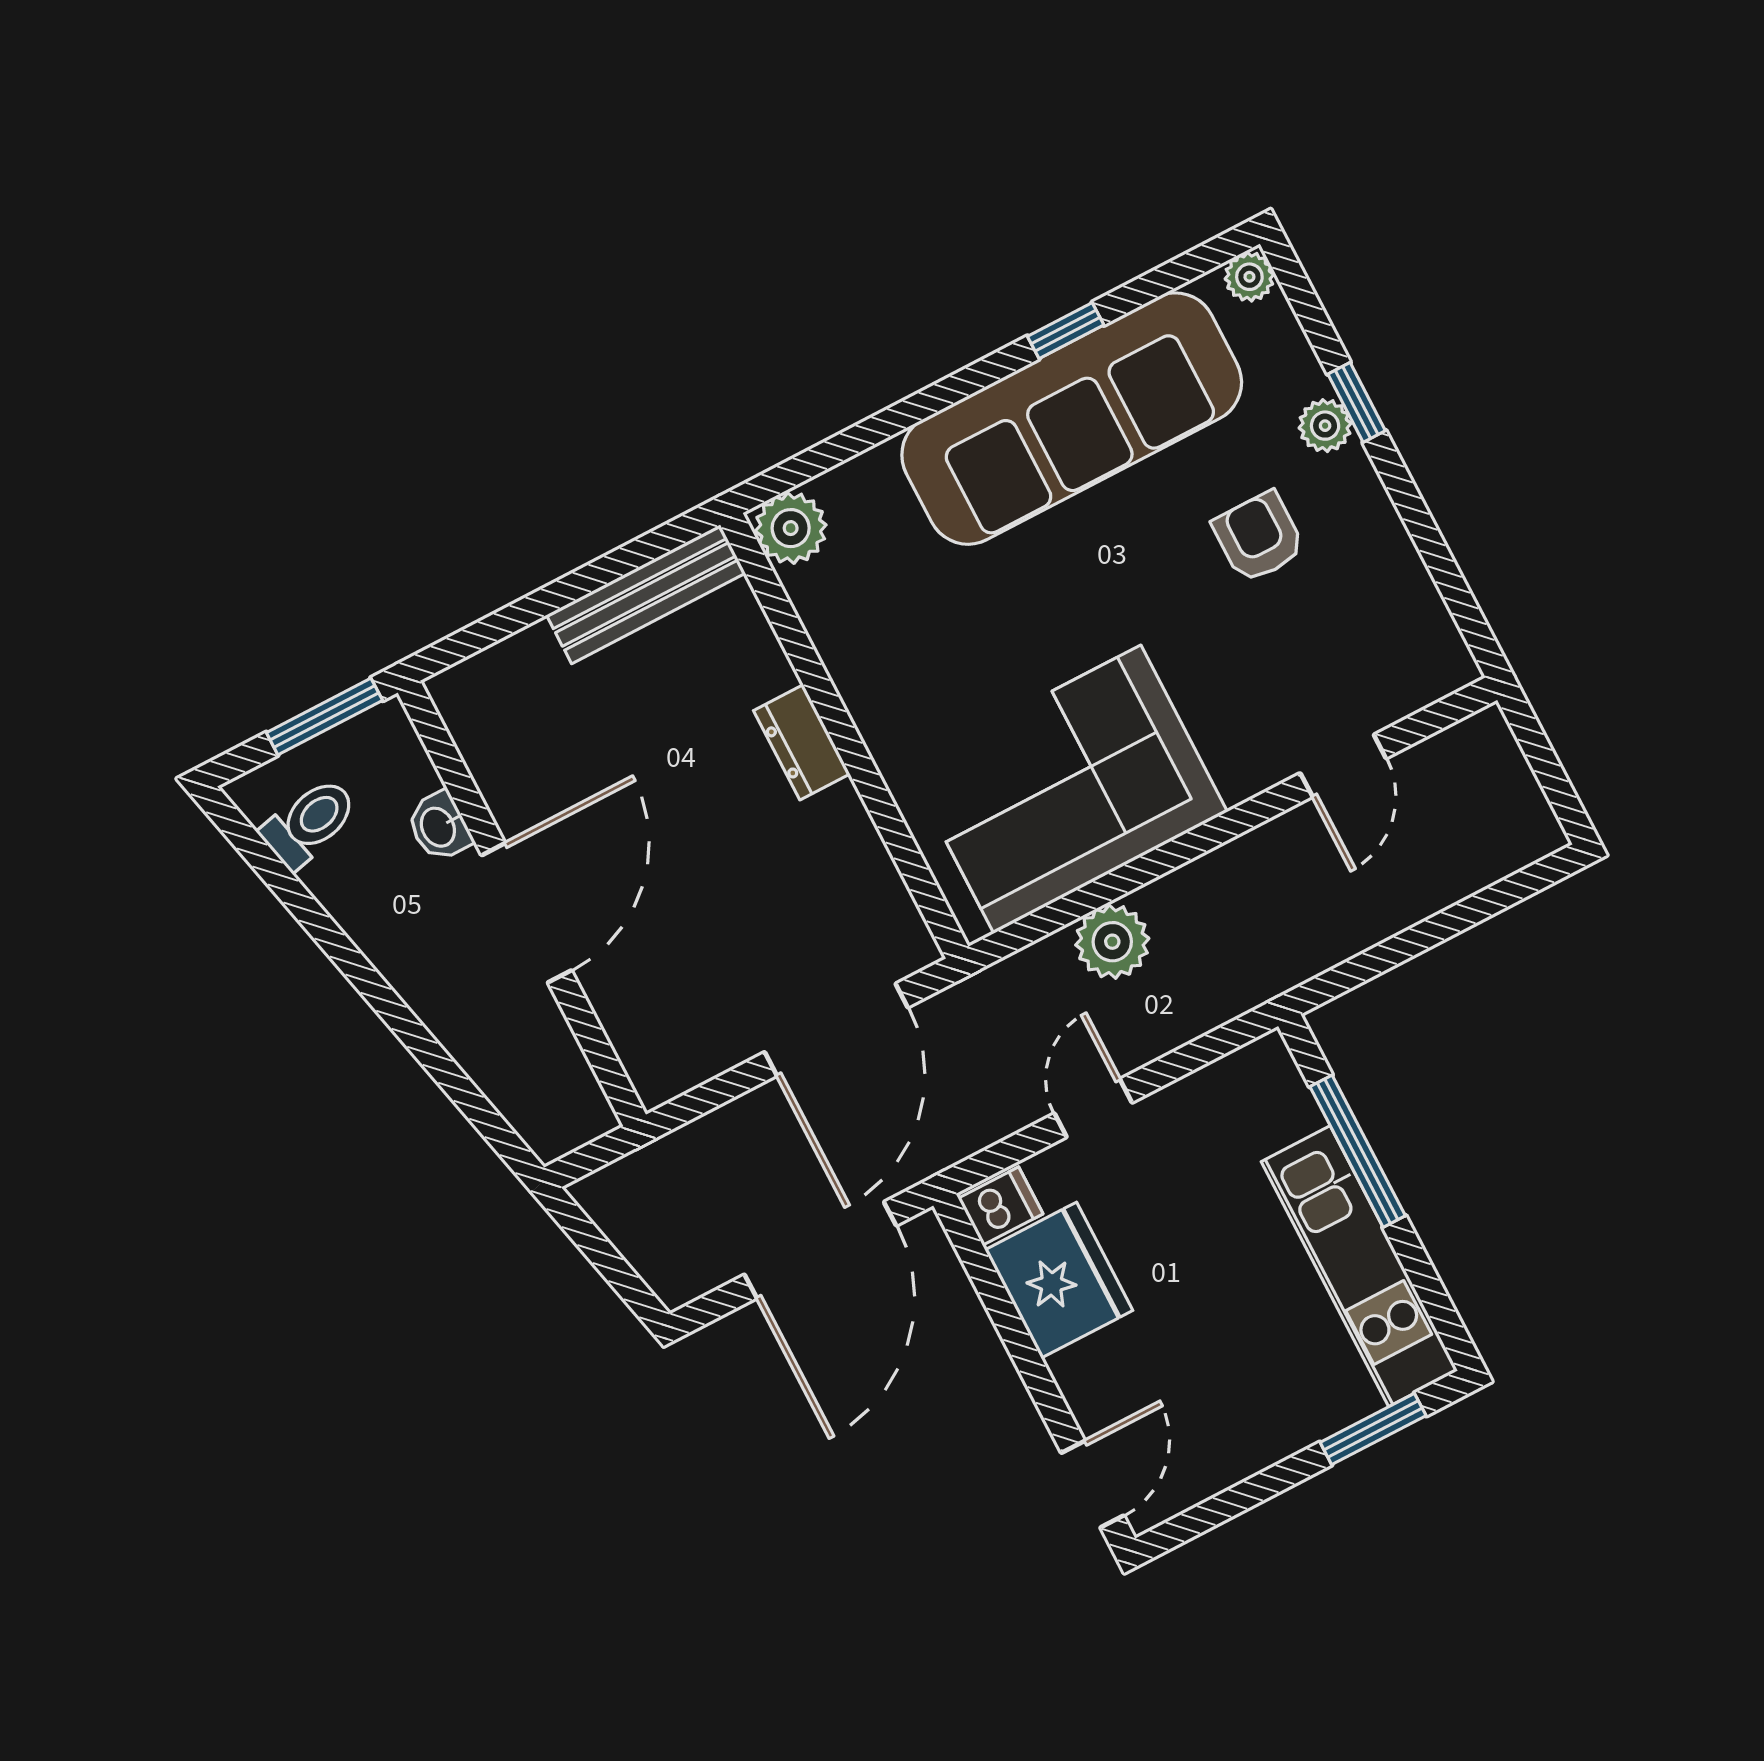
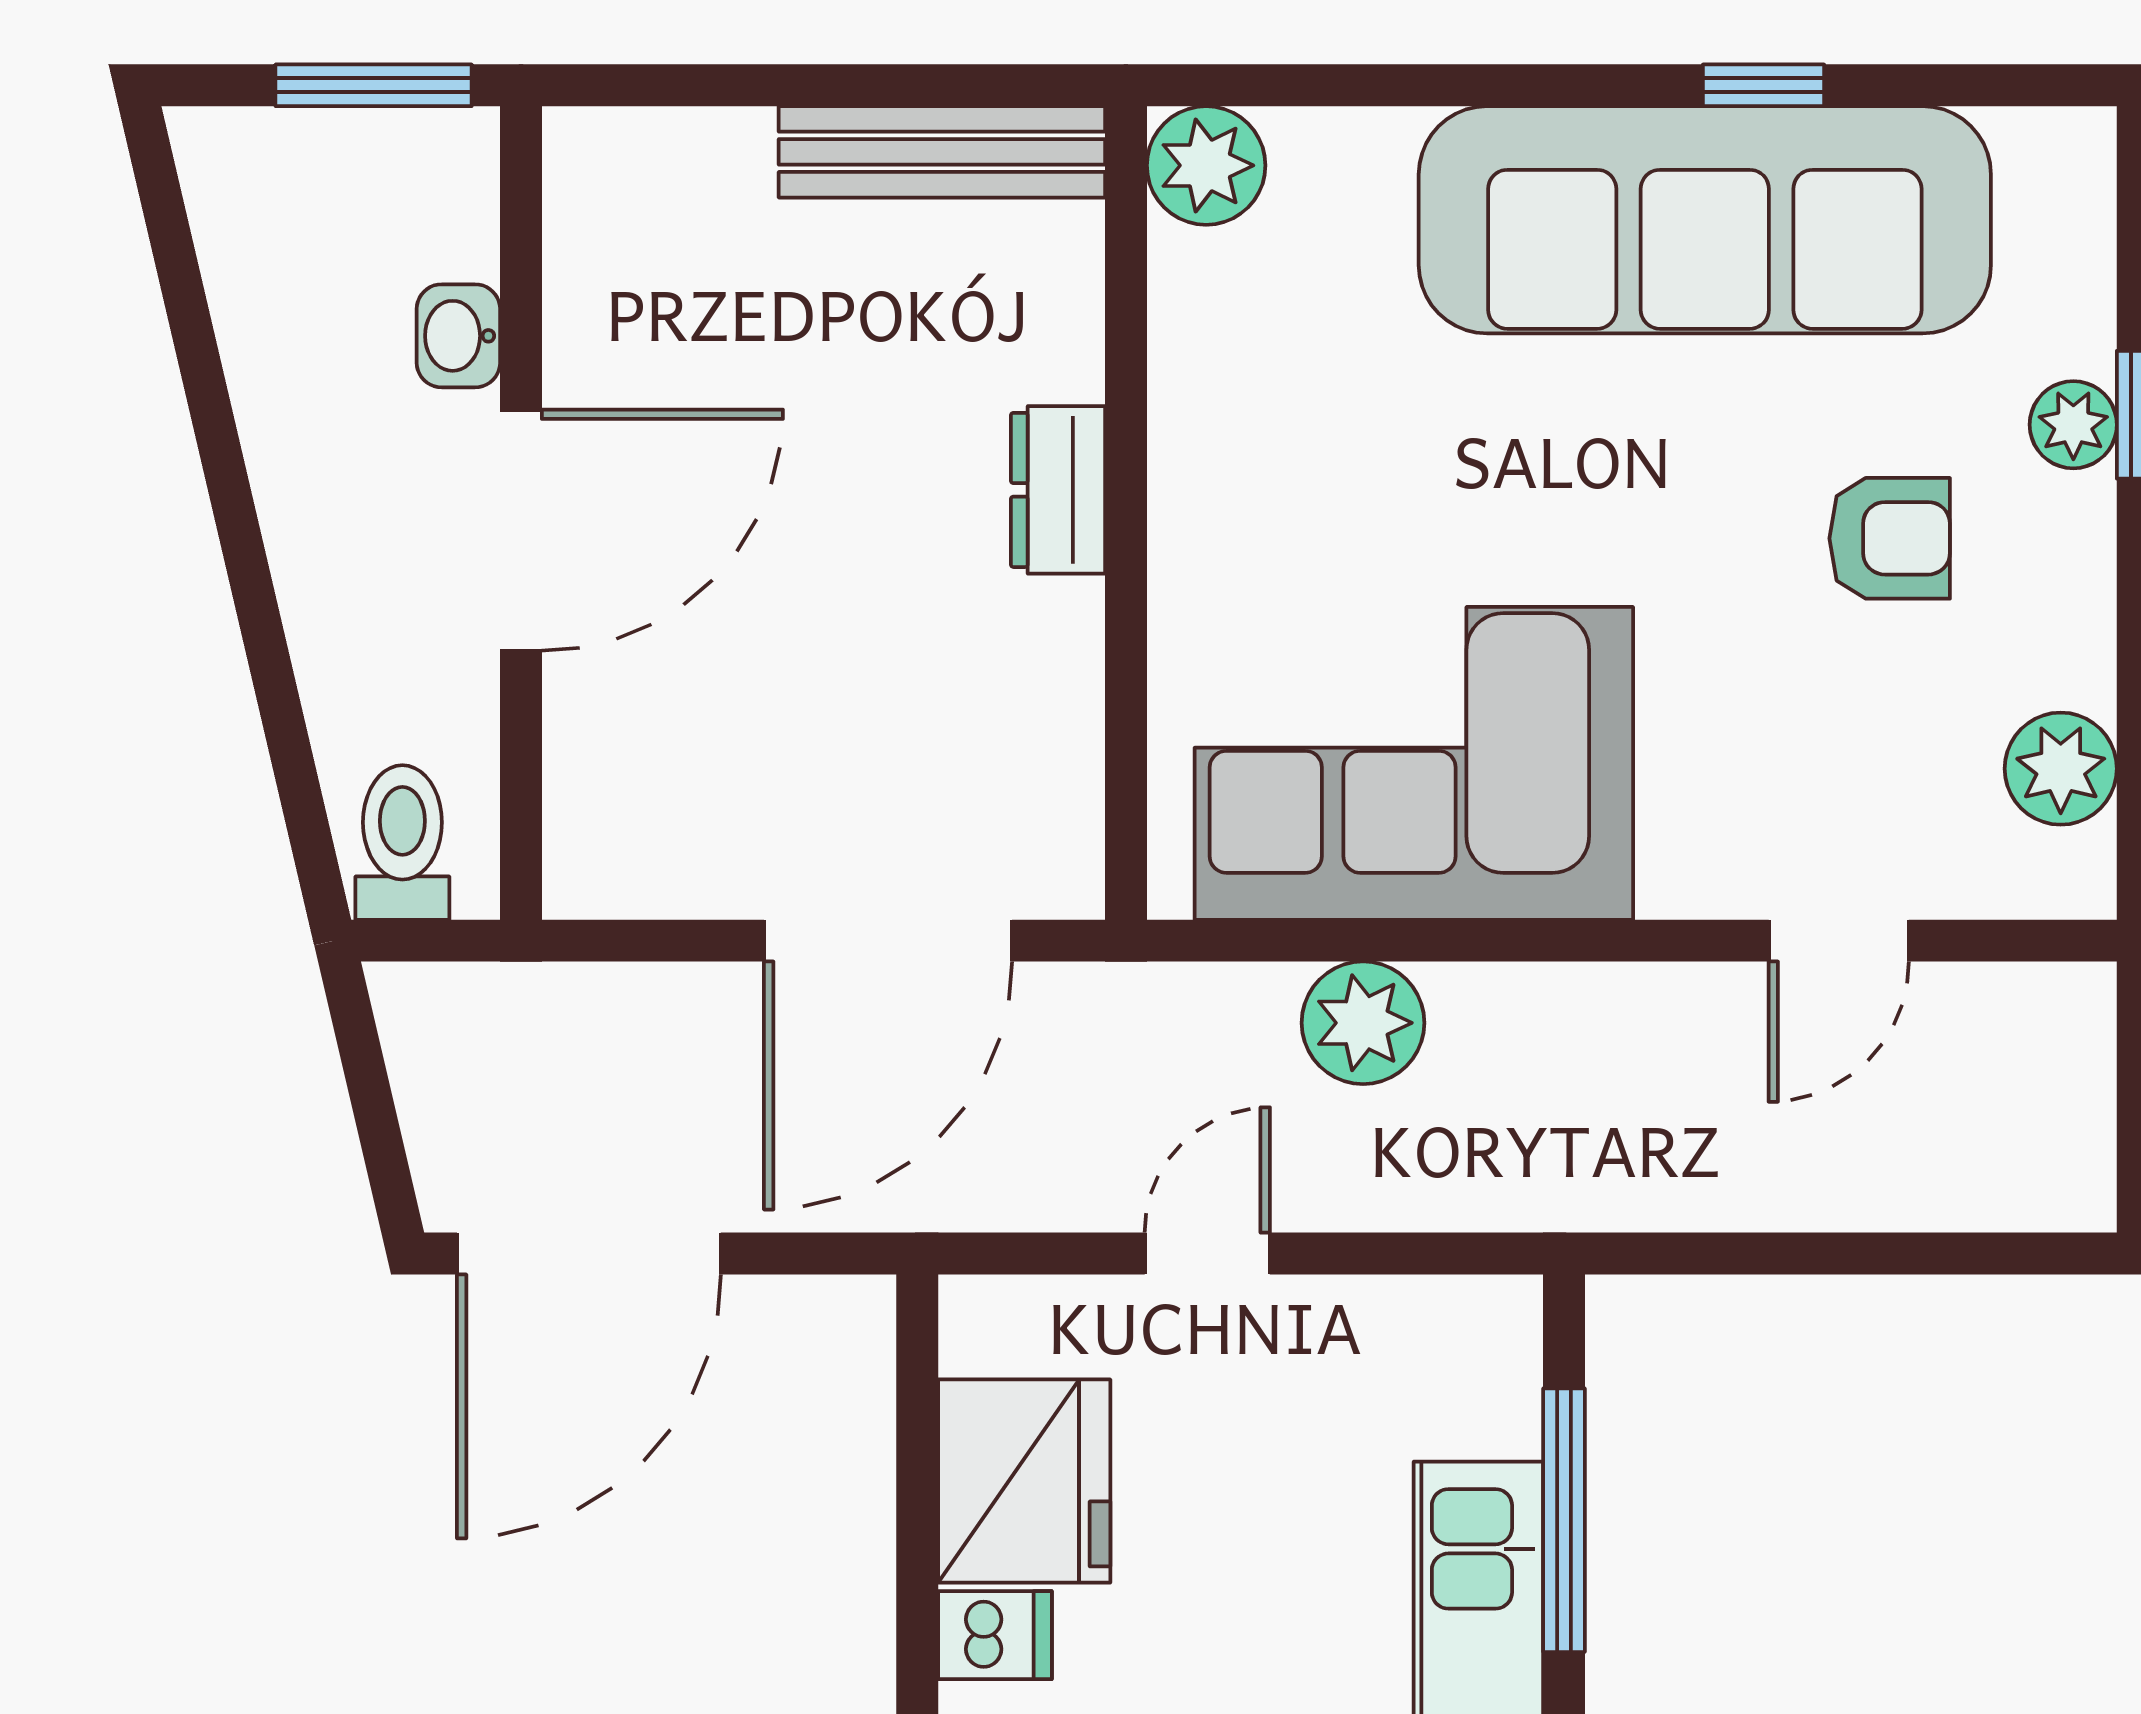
plant: (1249, 277) -> (2061, 769), moved, width x1.38, depth x1.38
armchair: (1259, 537) -> (1890, 538), turned 90
toilet: (309, 823) -> (402, 842), moved, turned -77
dishwasher: (1000, 1206) -> (995, 1635), moved
door: (820, 1250) -> (589, 1254), moved

